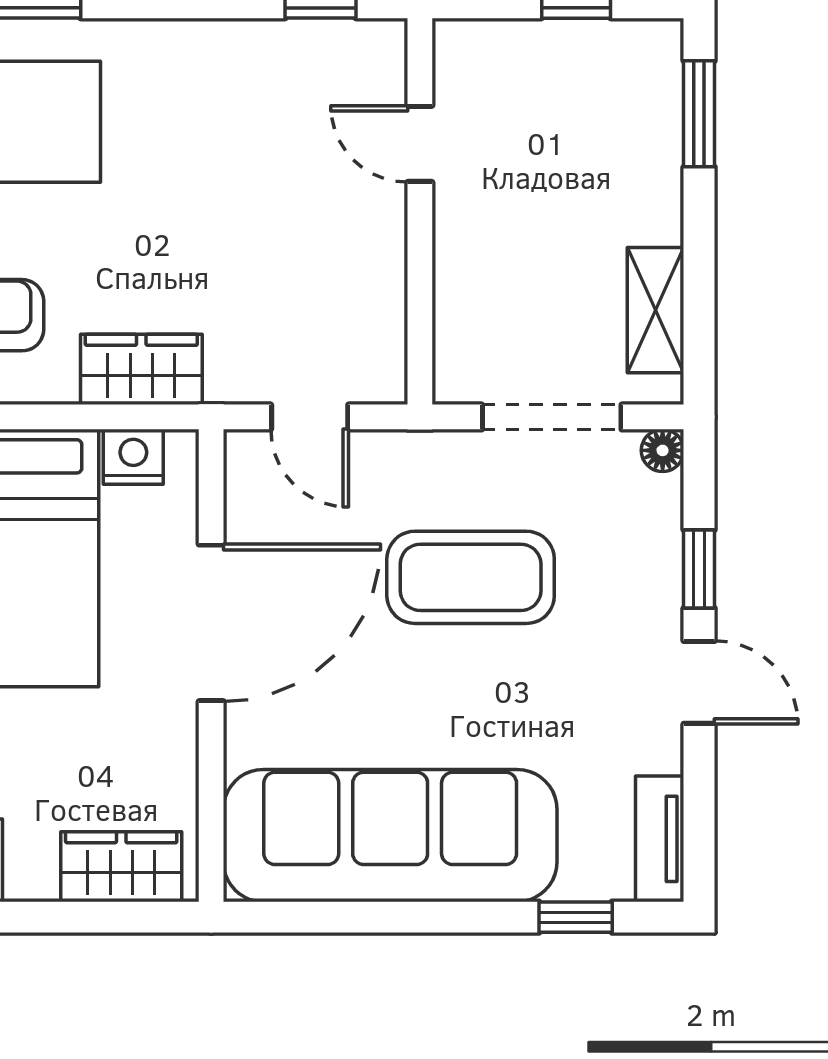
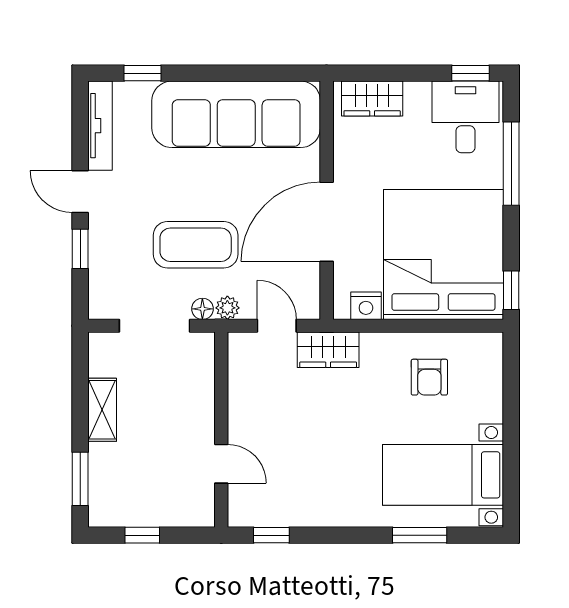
shelving: (656, 310) -> (102, 410), moved
wardrobe: (141, 369) -> (328, 350), moved
floor lamp: (663, 450) -> (202, 309), moved
plant: (407, 453) -> (227, 308), added
tv unit: (660, 839) -> (100, 126), width x1.41

